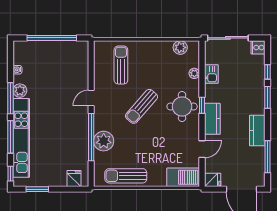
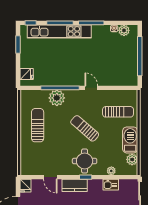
plant: (20, 91) -> (124, 30), moved
sun lounger: (126, 176) -> (38, 125), moved
barbecue: (183, 177) -> (130, 140), moved, turned 180

